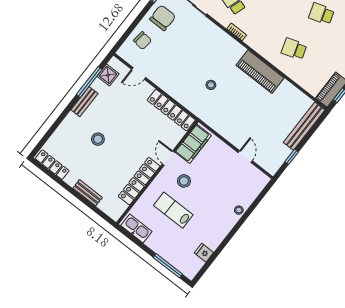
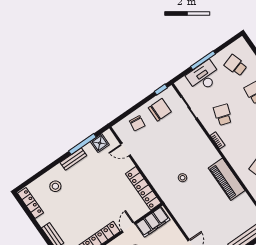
stool: (98, 139) -> (55, 186), moved

